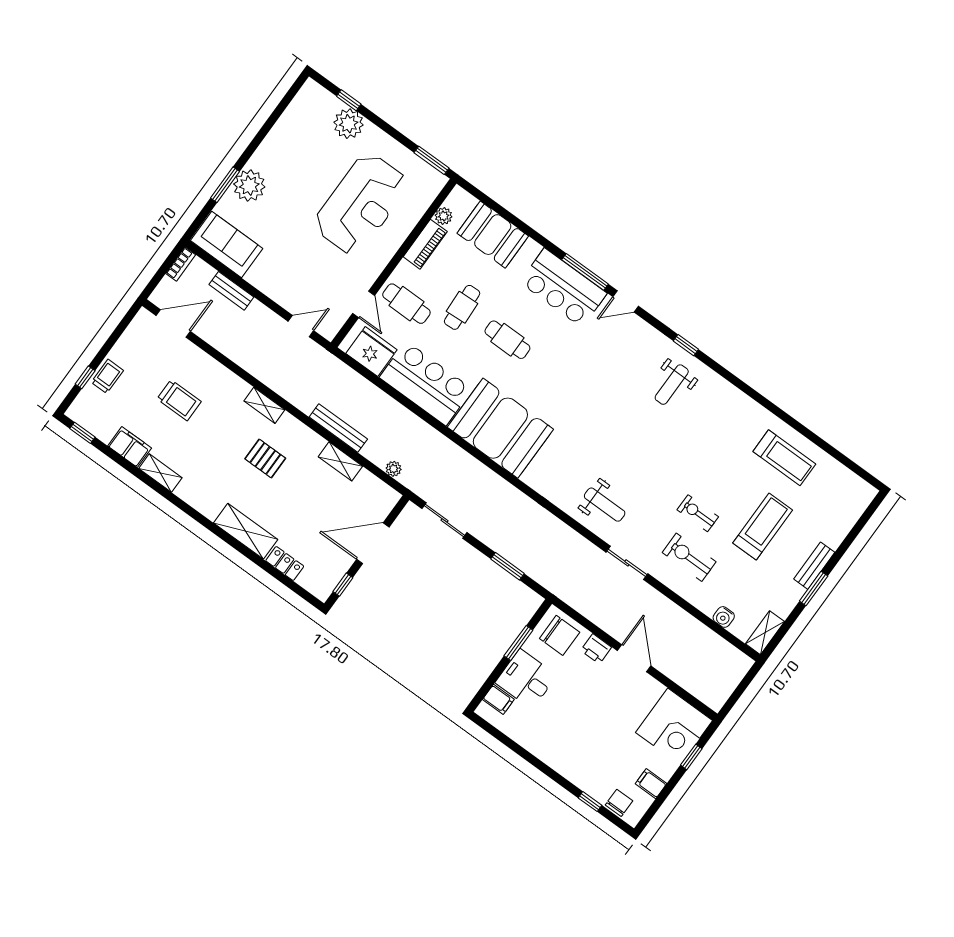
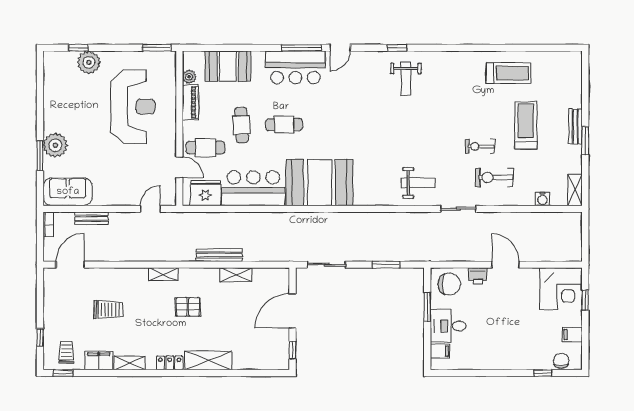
trolley: (107, 376) -> (66, 352), moved
plant: (394, 469) -> (272, 256), removed
locker: (285, 563) -> (170, 363), moved

